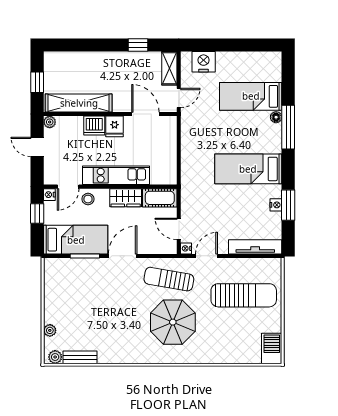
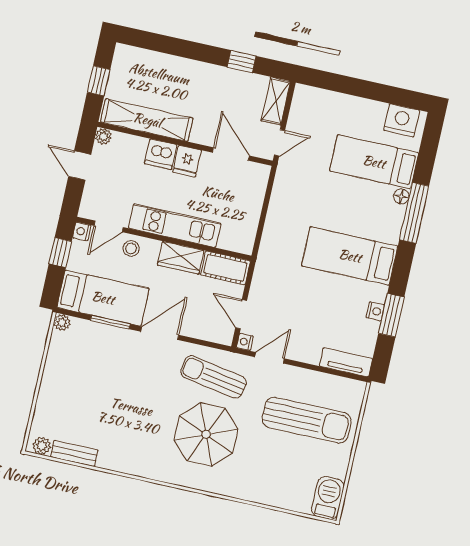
nightstand: (204, 62) -> (402, 120), moved
tv unit: (255, 247) -> (346, 362), width x0.71
plant: (50, 330) -> (62, 323), moved

